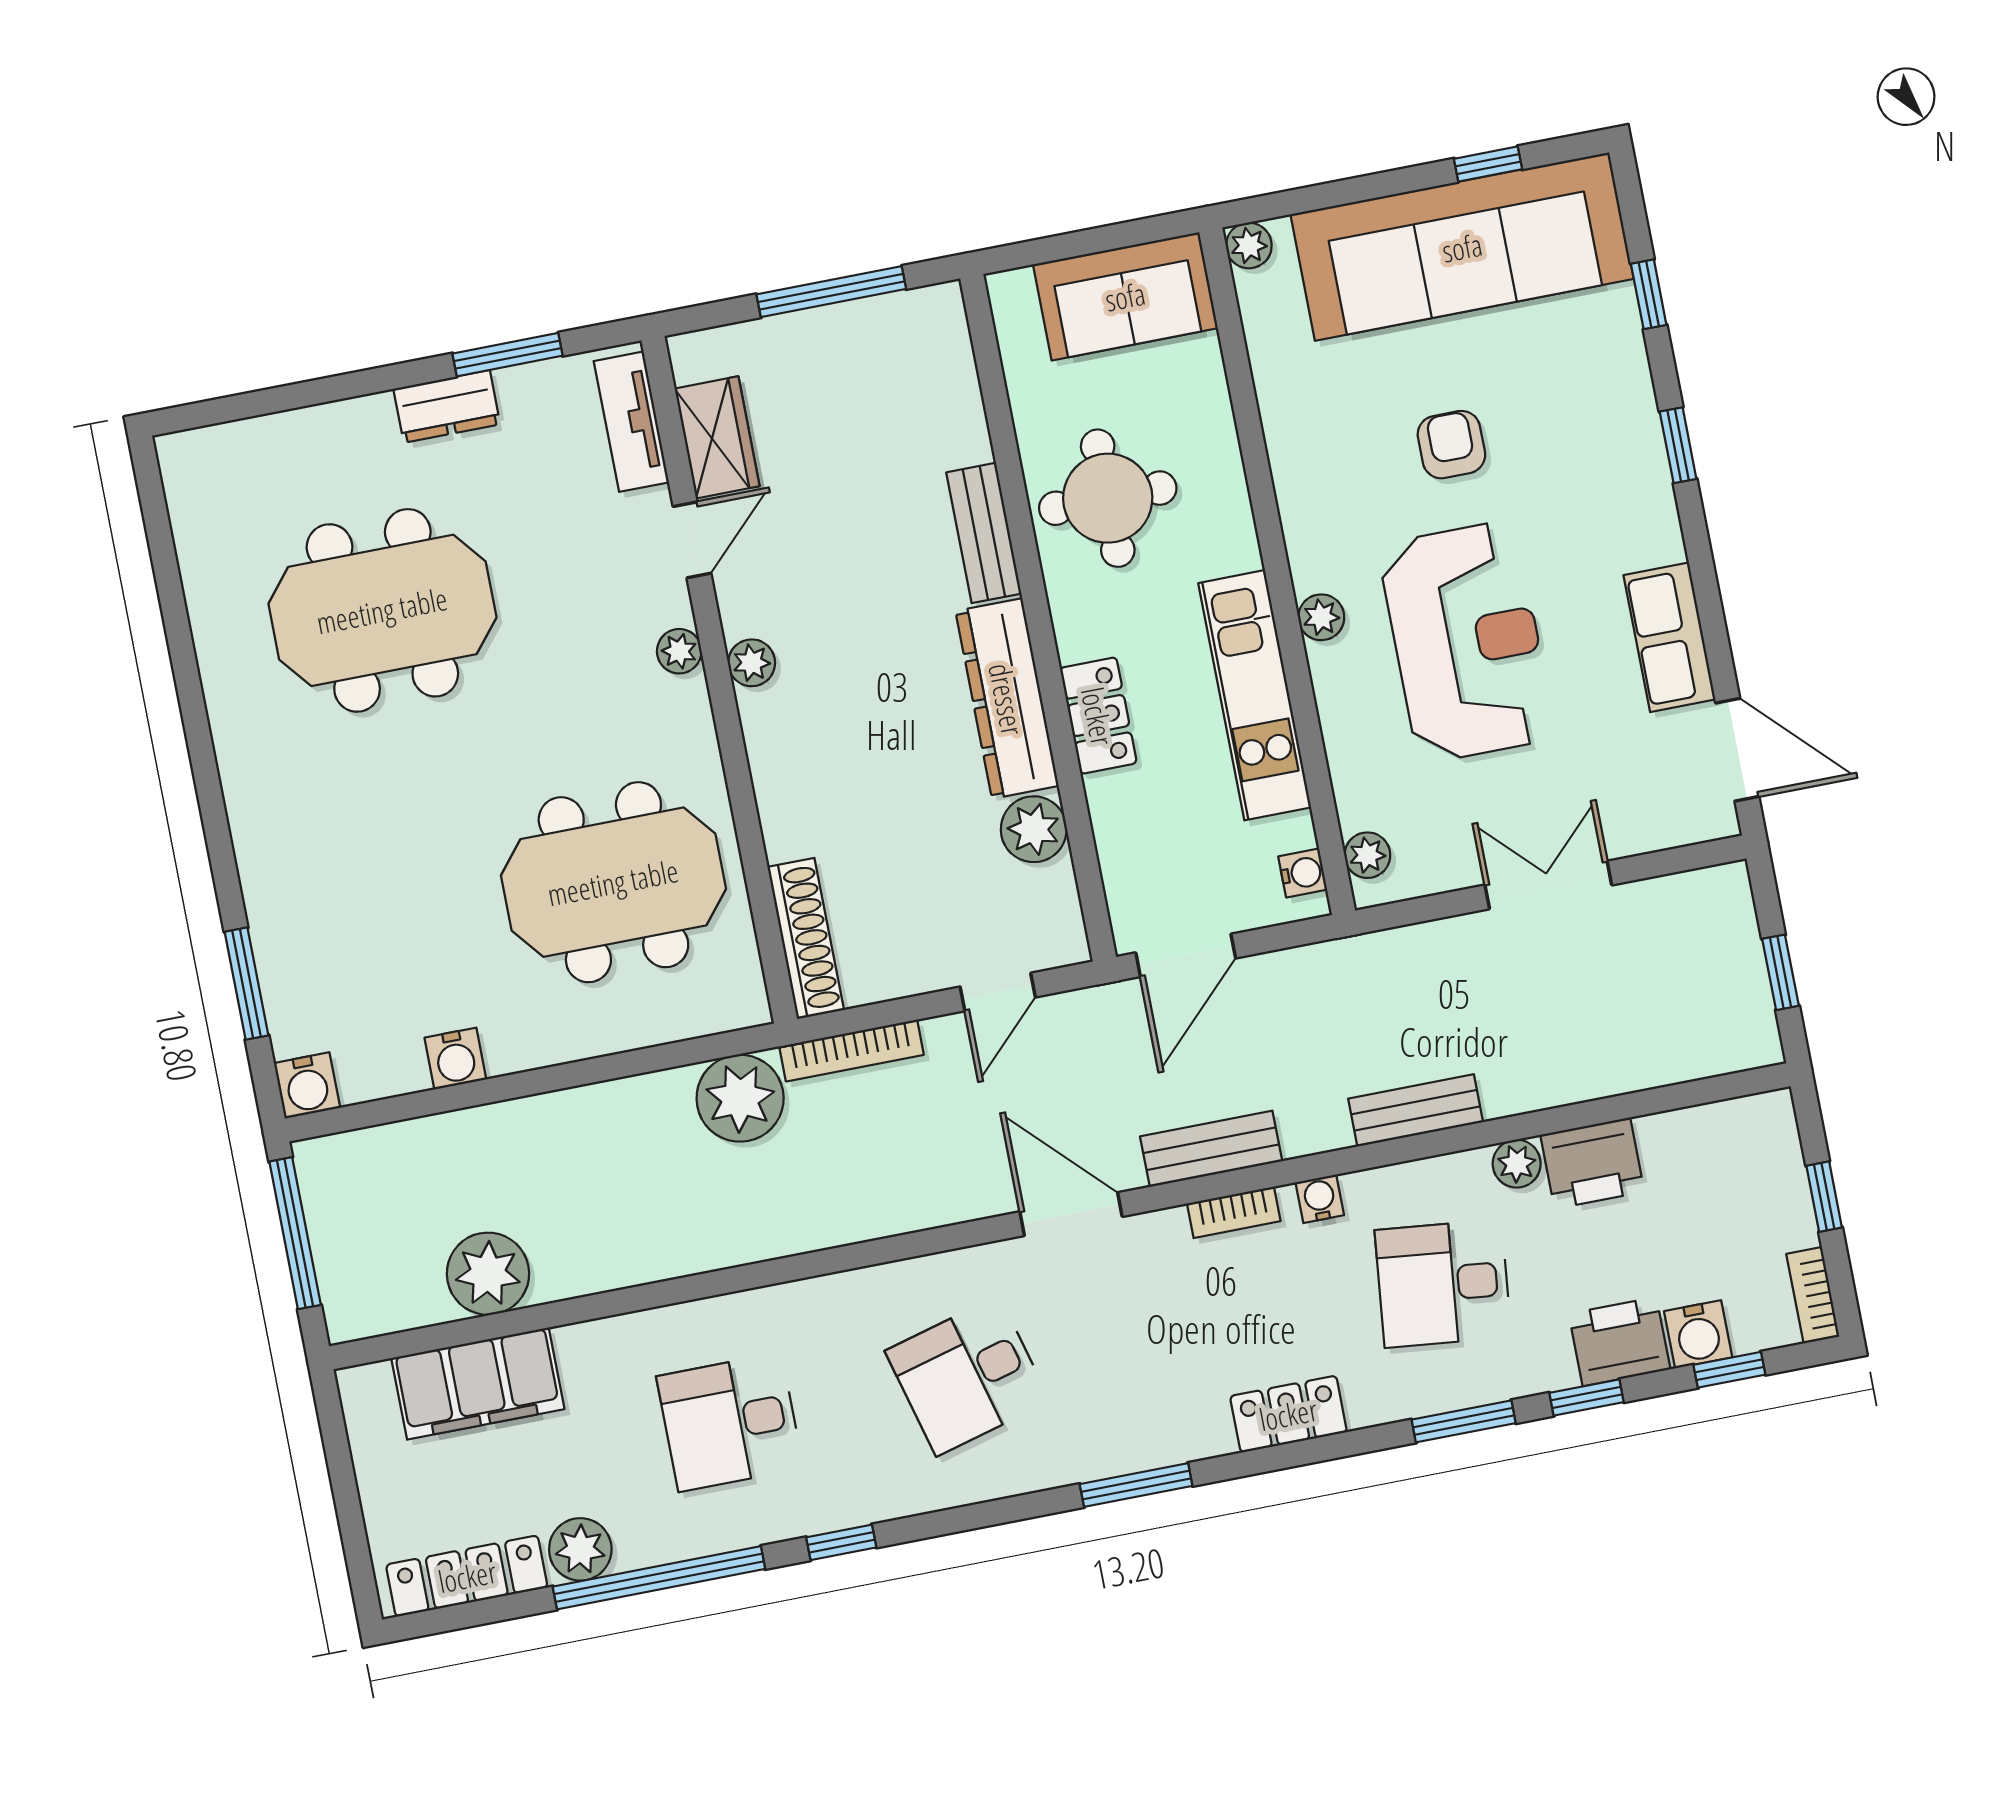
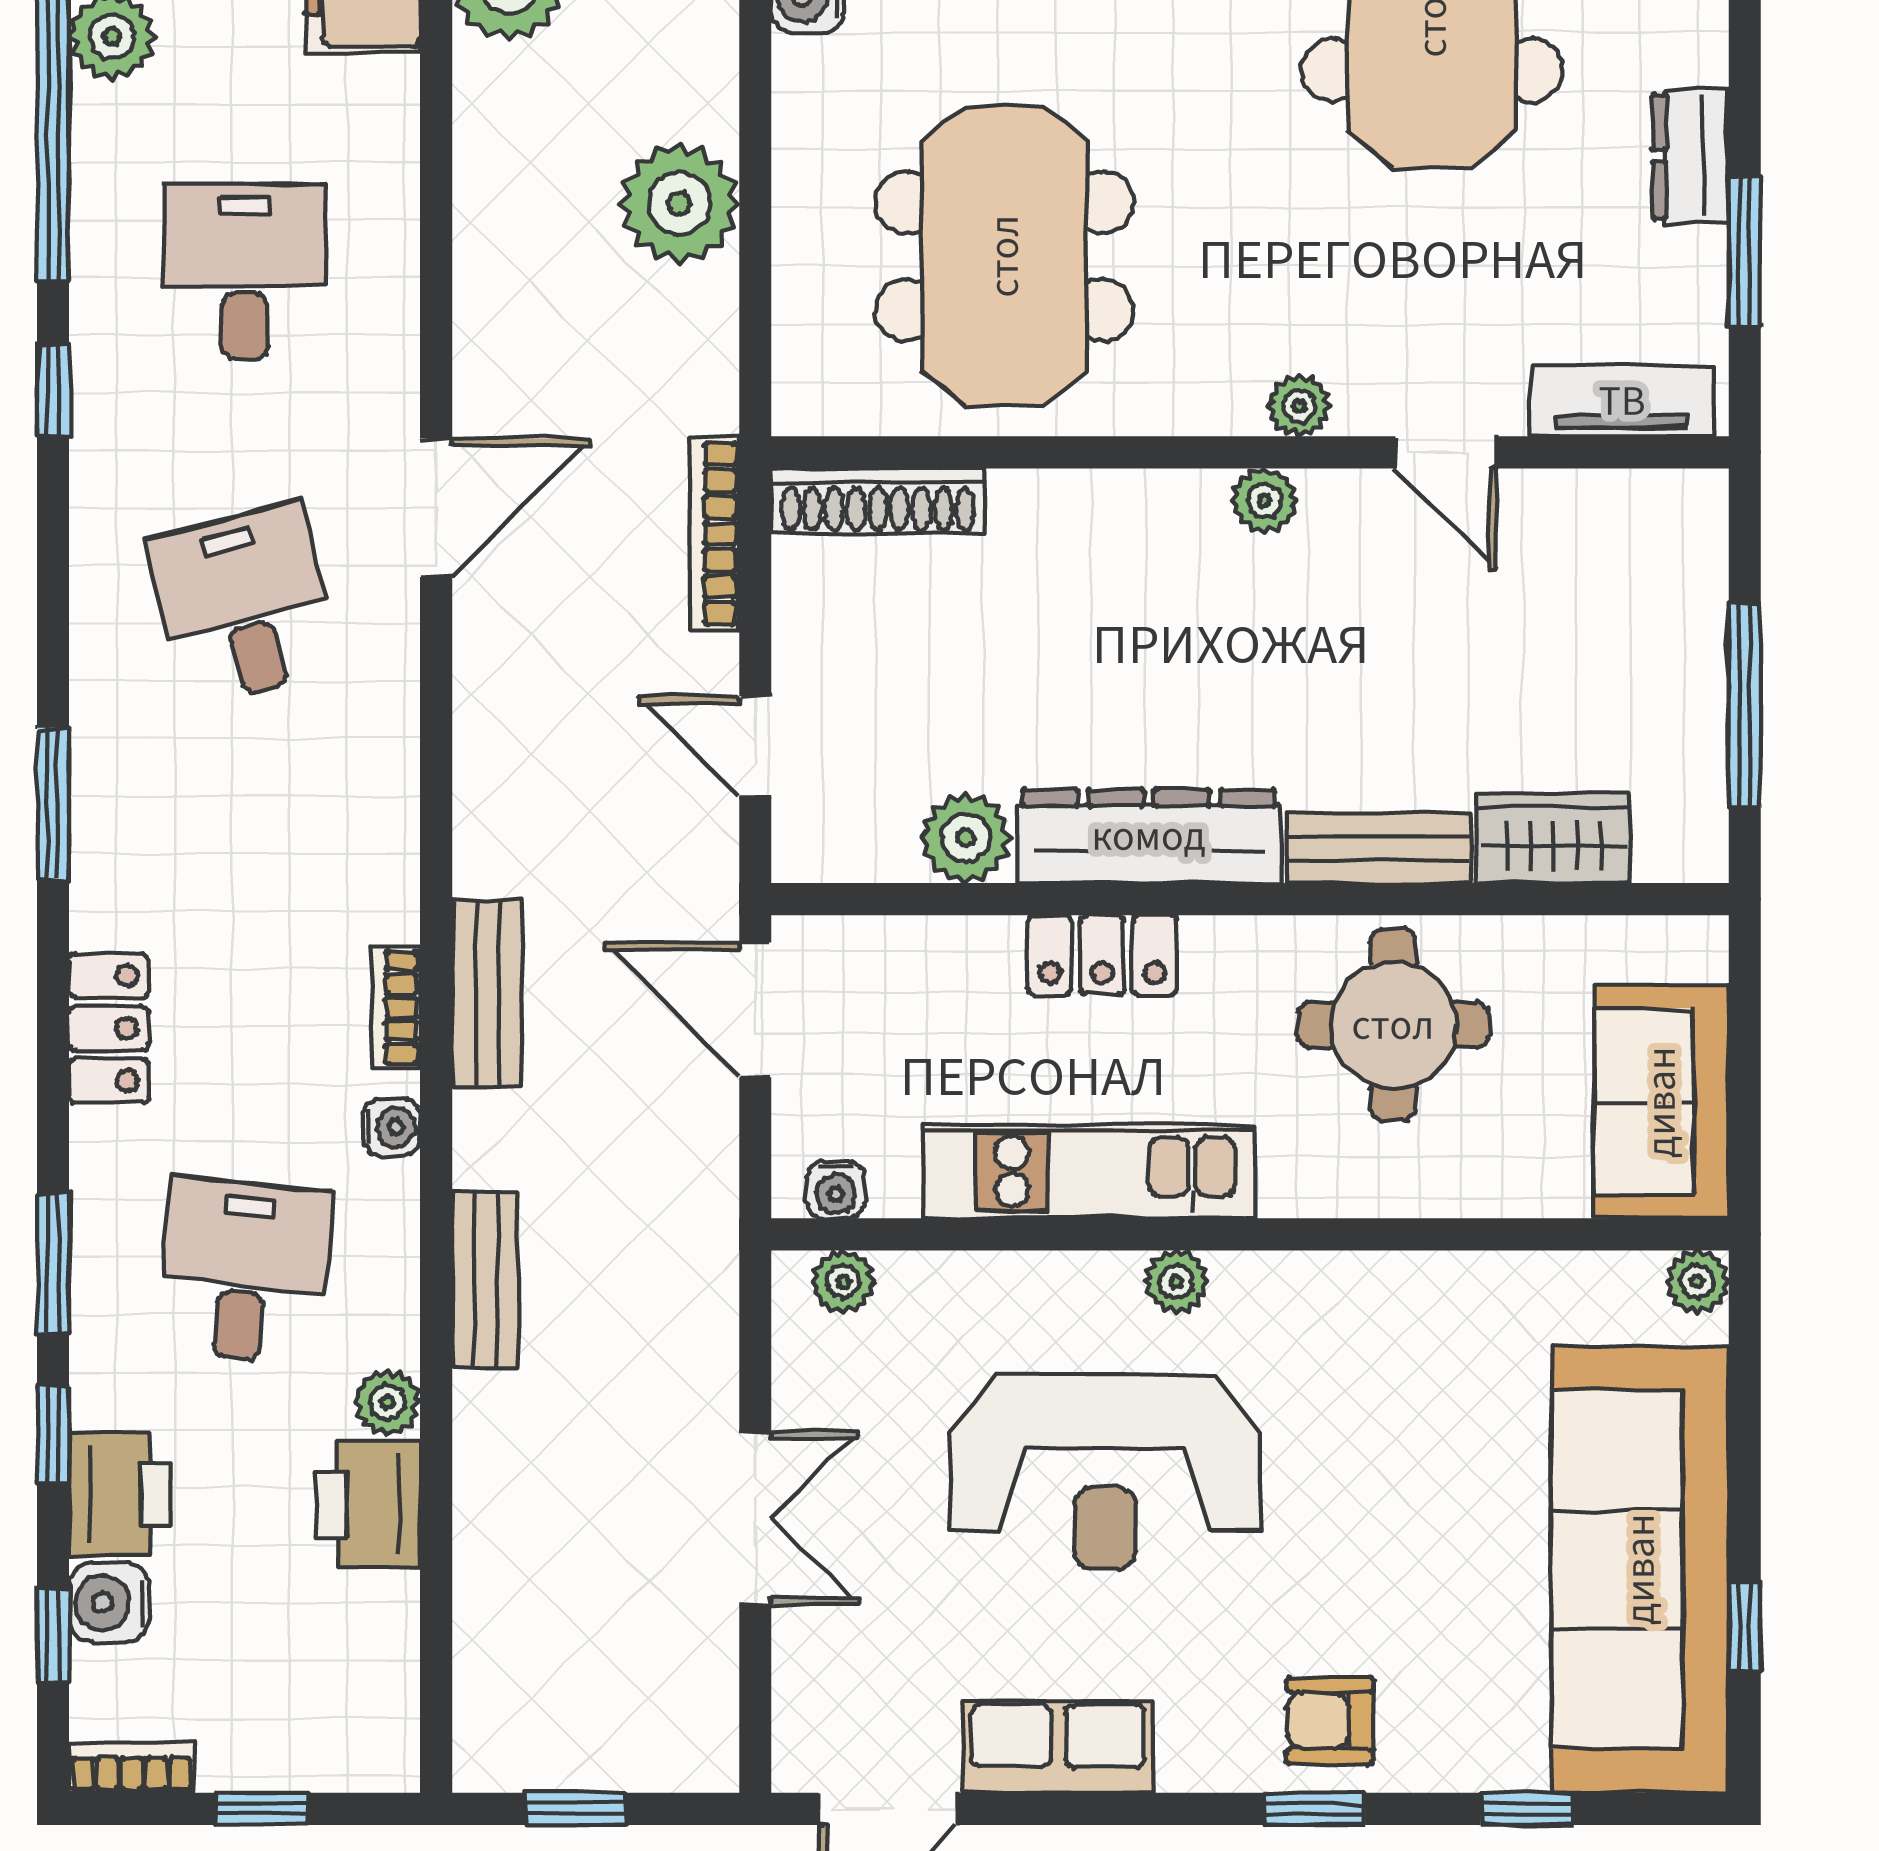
wardrobe: (717, 437) -> (1554, 838), moved, turned 180
armchair: (1451, 445) -> (1330, 1721), moved, turned 180
plant: (740, 1098) -> (679, 203), moved
door: (1071, 1214) -> (436, 508), moved

